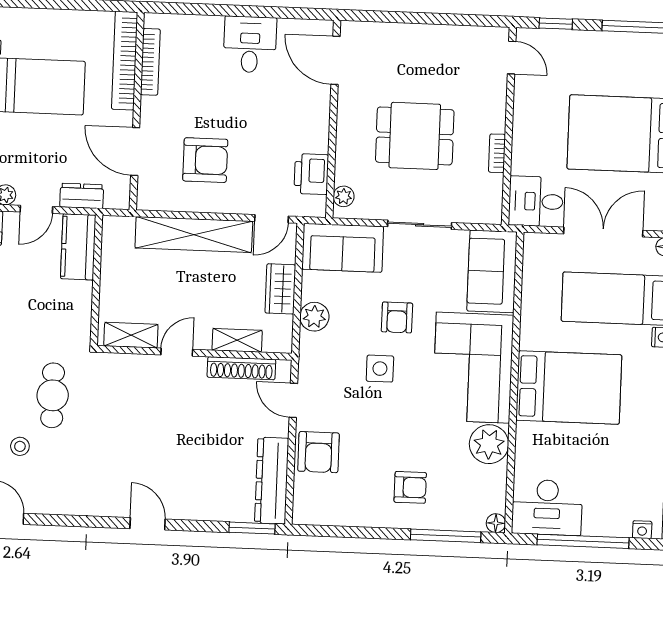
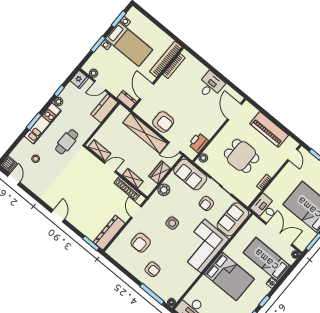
piano: (429, 43) -> (269, 129), added
armchair: (205, 160) -> (163, 122), moved
dresser: (82, 196) -> (127, 100), moved
armchair: (397, 317) -> (206, 204), moved
cafe table: (53, 395) -> (67, 142), moved
plant: (489, 444) -> (189, 275), removed
armchair: (319, 452) -> (141, 243), moved

